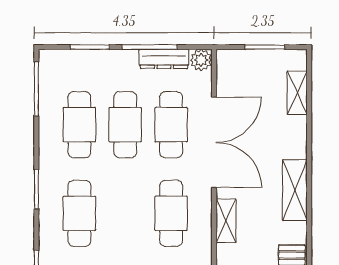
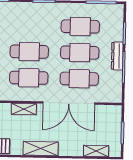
dresser: (164, 59) -> (117, 56), moved
plant: (201, 60) -> (116, 97), removed
cafe table: (79, 213) -> (29, 52), moved

